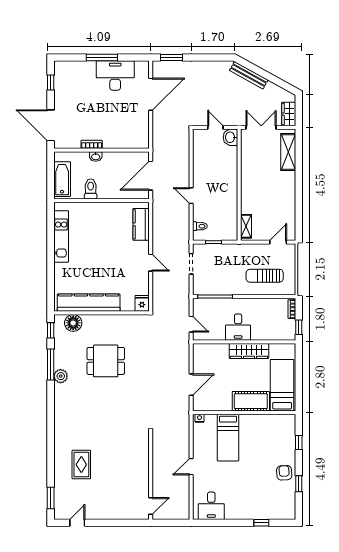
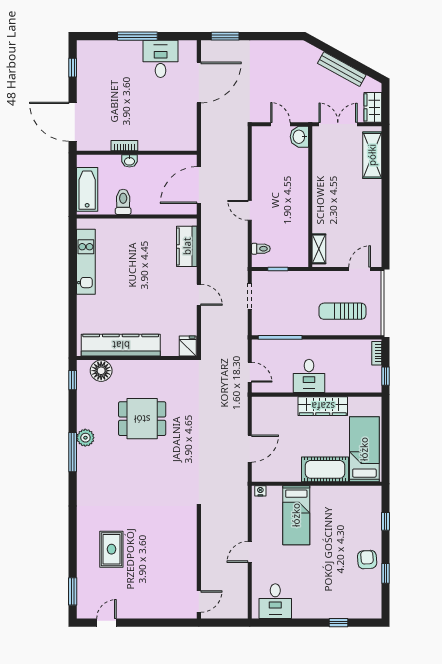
bench: (249, 75) -> (342, 69), moved
desk: (115, 76) -> (161, 59), width x0.73
window: (51, 364) -> (73, 452), moved

